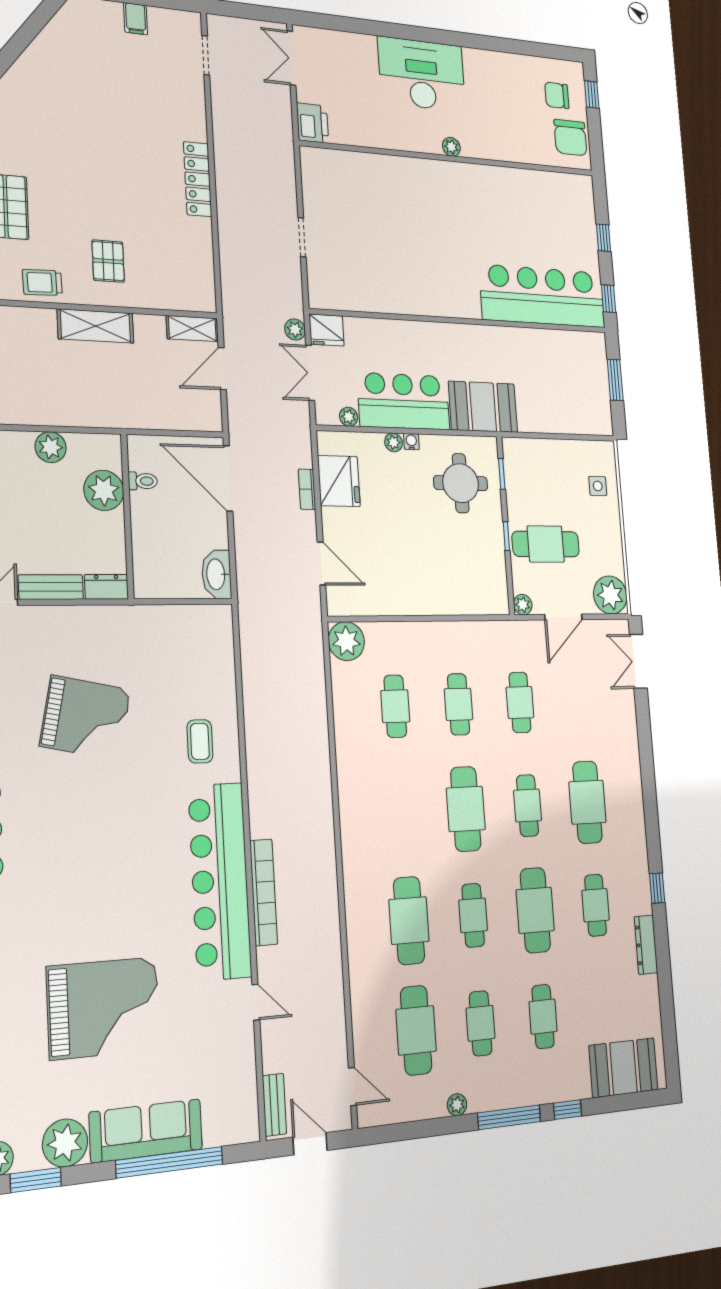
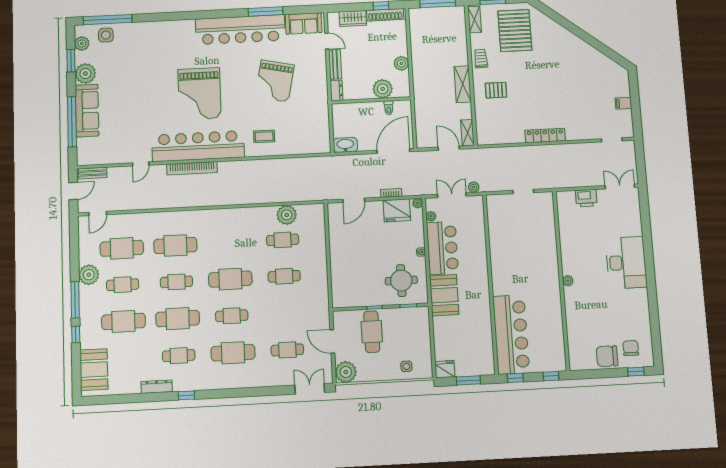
plant: (451, 147) -> (568, 281), moved
wall: (451, 158) -> (561, 280), moved
fridge: (327, 330) -> (445, 369), moved, turned 90
plant: (394, 442) -> (417, 203), moved
plant: (523, 605) -> (338, 316), removed
plant: (346, 641) -> (287, 215), moved
cafe table: (520, 702) -> (287, 350), moved
grand piano: (103, 1008) -> (199, 94), moved
cafe table: (543, 1017) -> (123, 321), width x1.37, depth x1.35
plant: (457, 1105) -> (89, 275), width x1.88, depth x1.88

